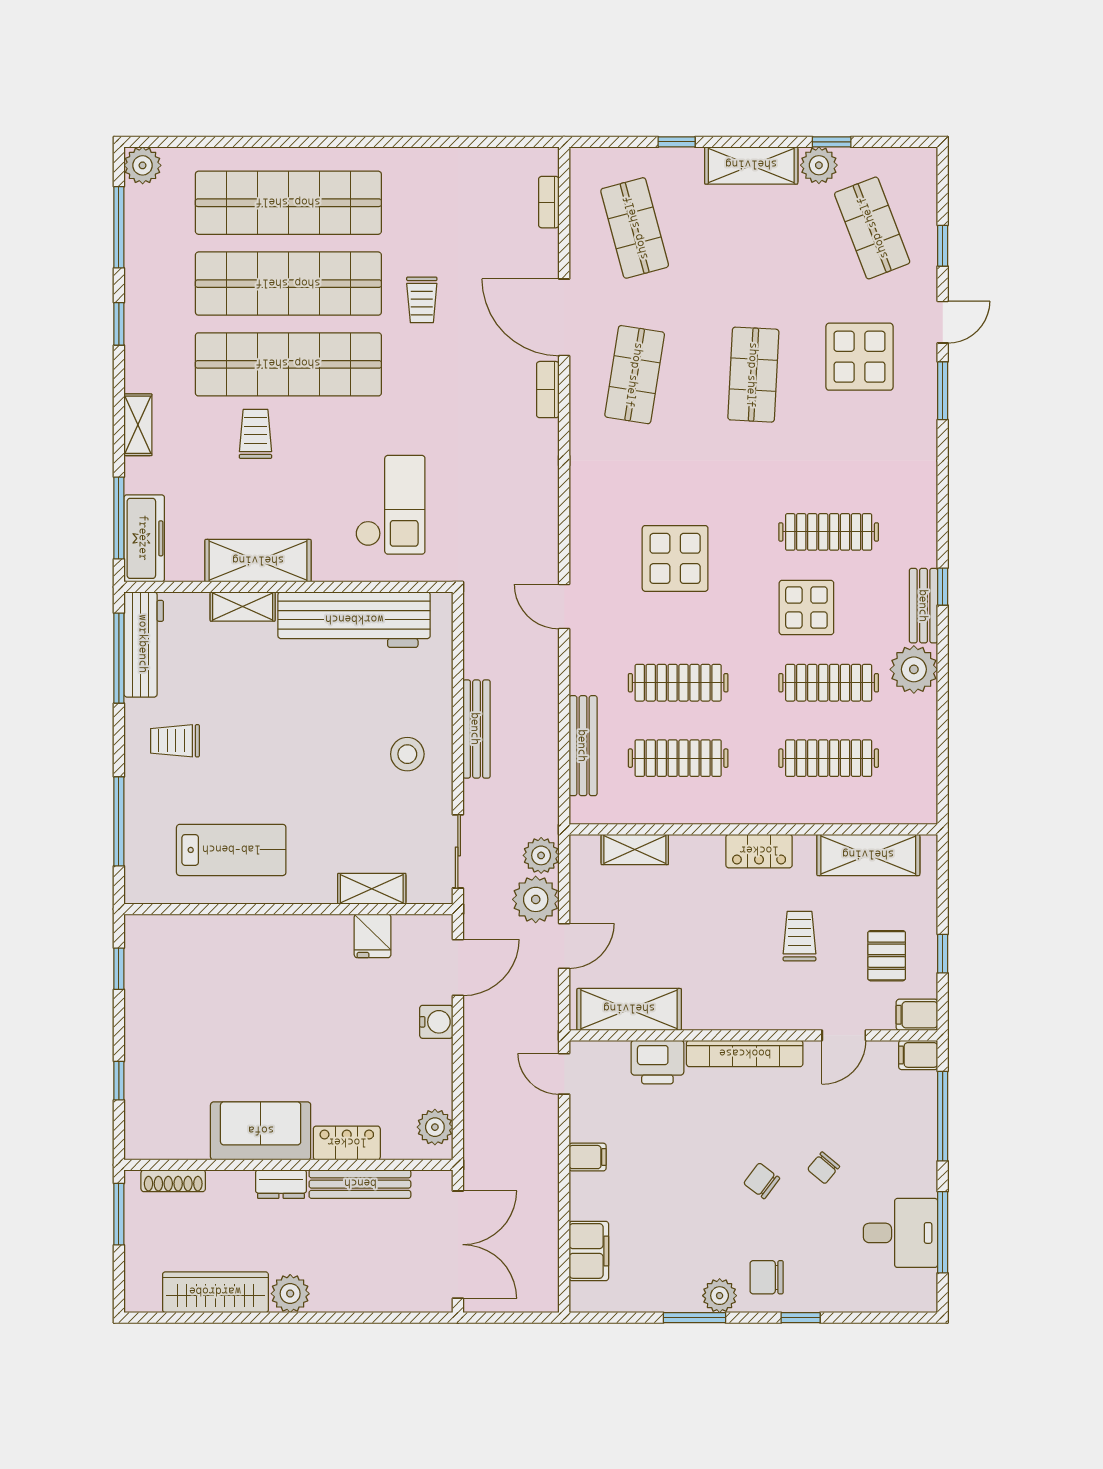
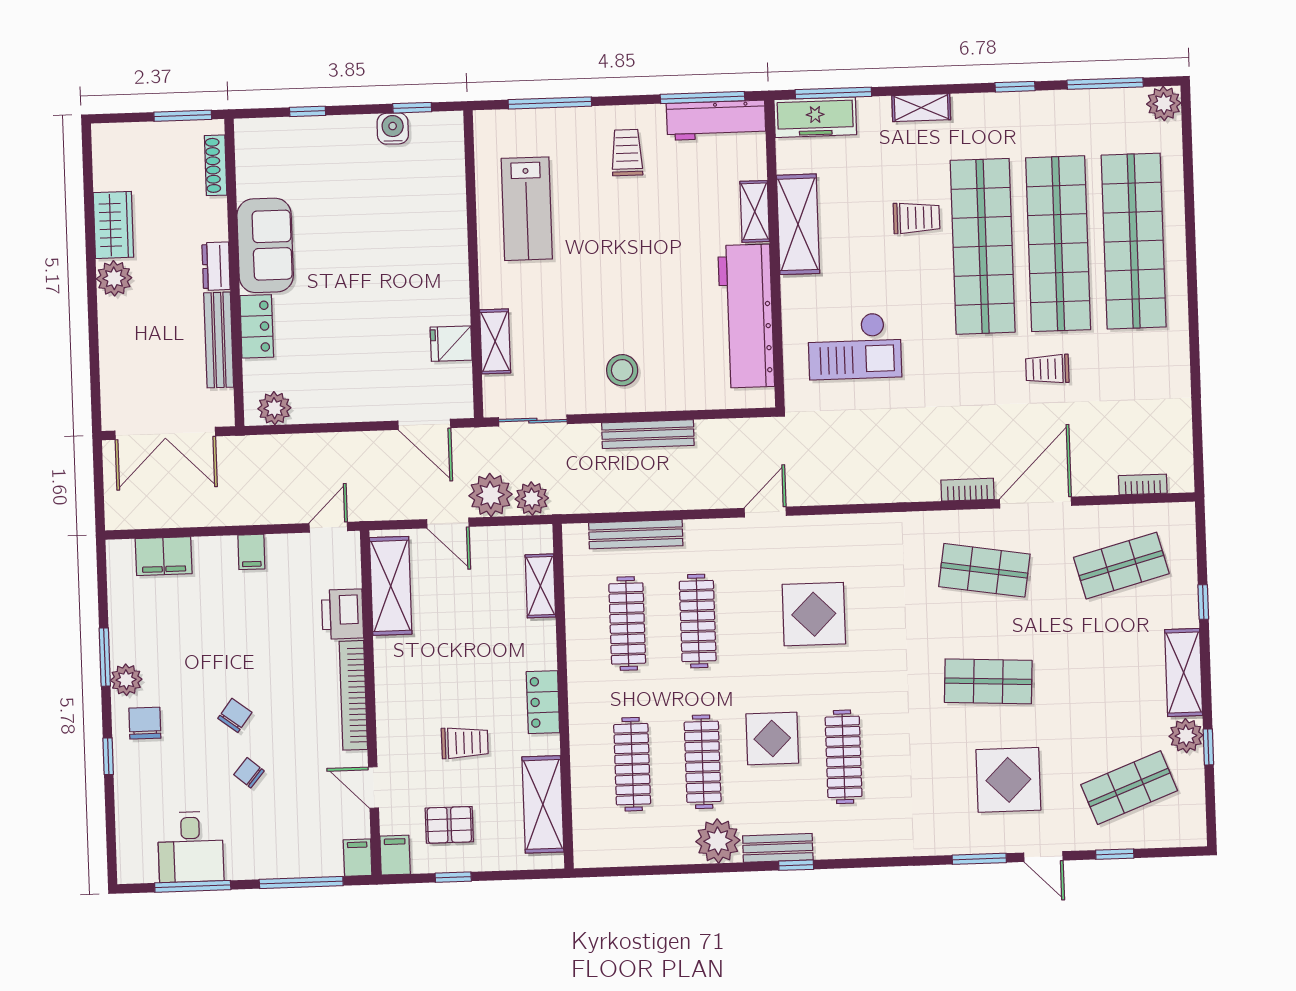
water cooler: (436, 1022) -> (393, 129), moved, turned 180
wardrobe: (215, 1292) -> (113, 225), width x0.67

